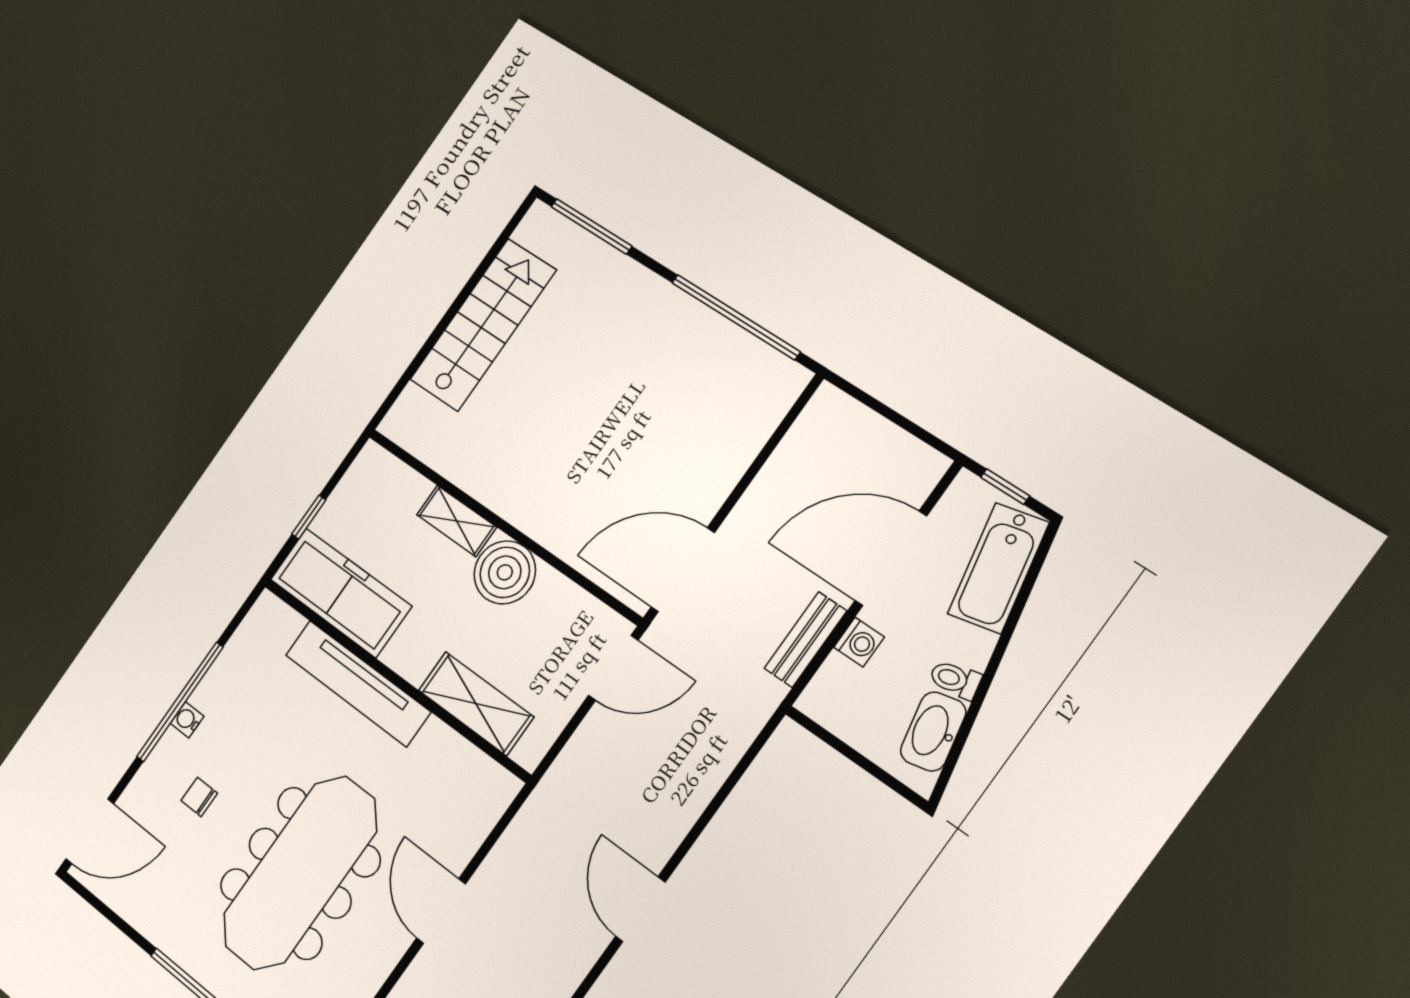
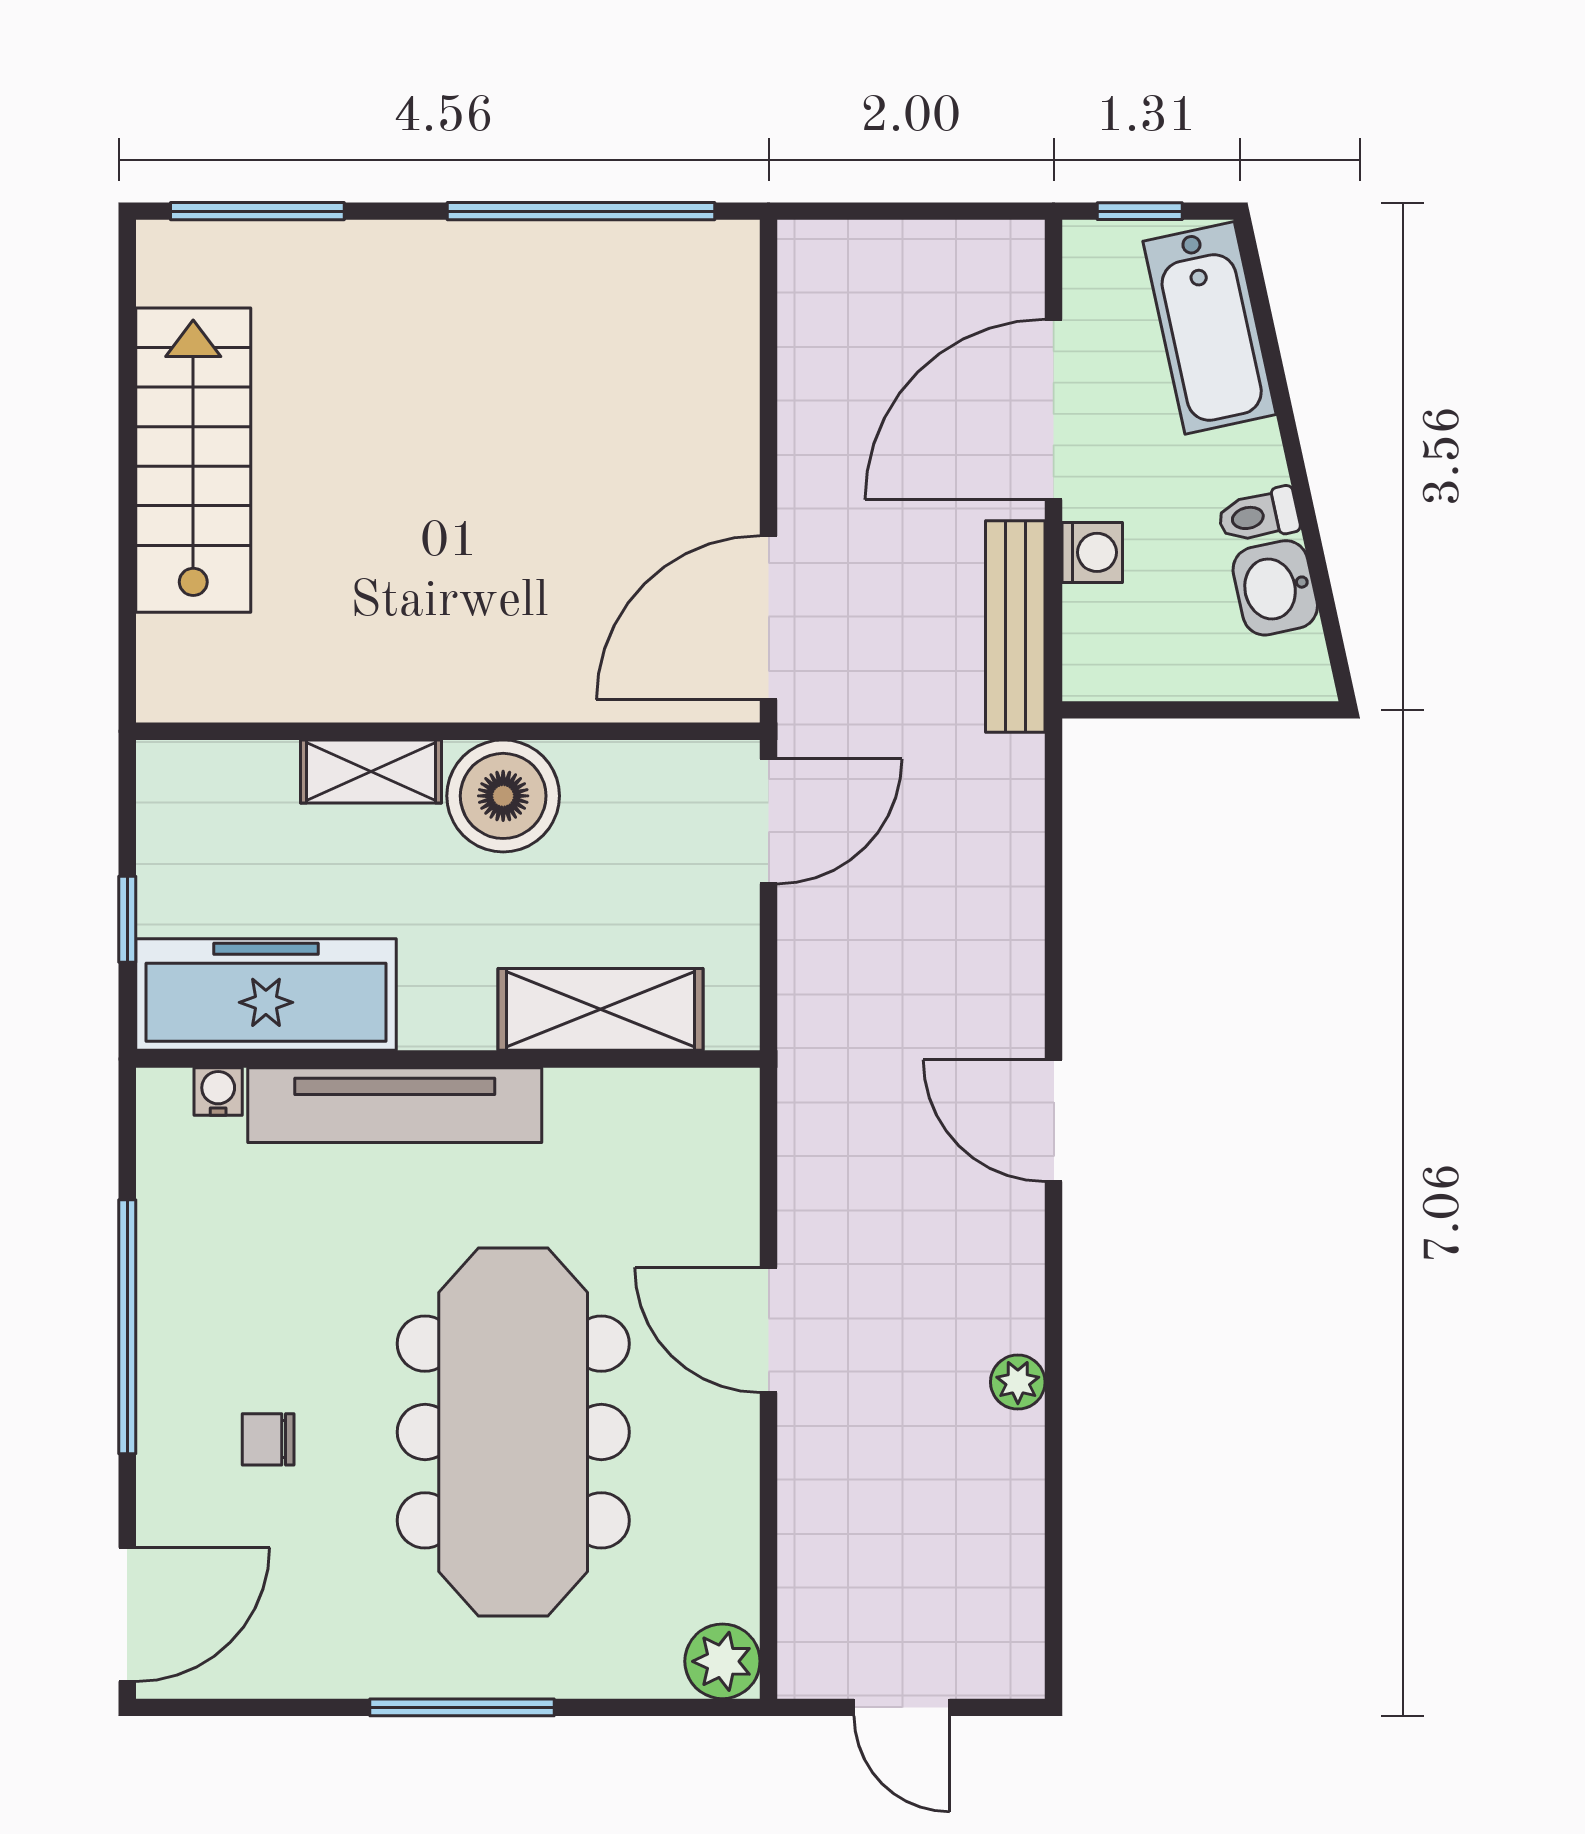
bench: (805, 640) -> (1015, 627), width x1.36
water cooler: (187, 720) -> (218, 1092), moved, turned 90
washbasin: (933, 731) -> (1275, 588), width x0.72

